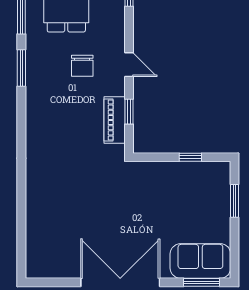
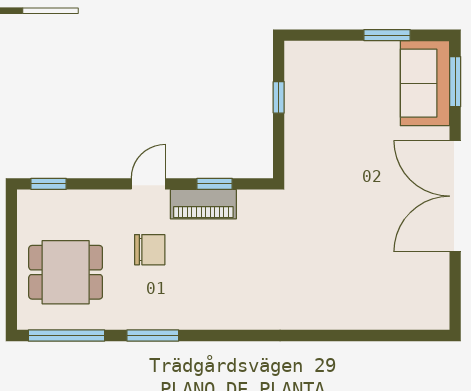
piano: (115, 120) -> (203, 204), moved
window: (235, 201) -> (387, 35), moved

